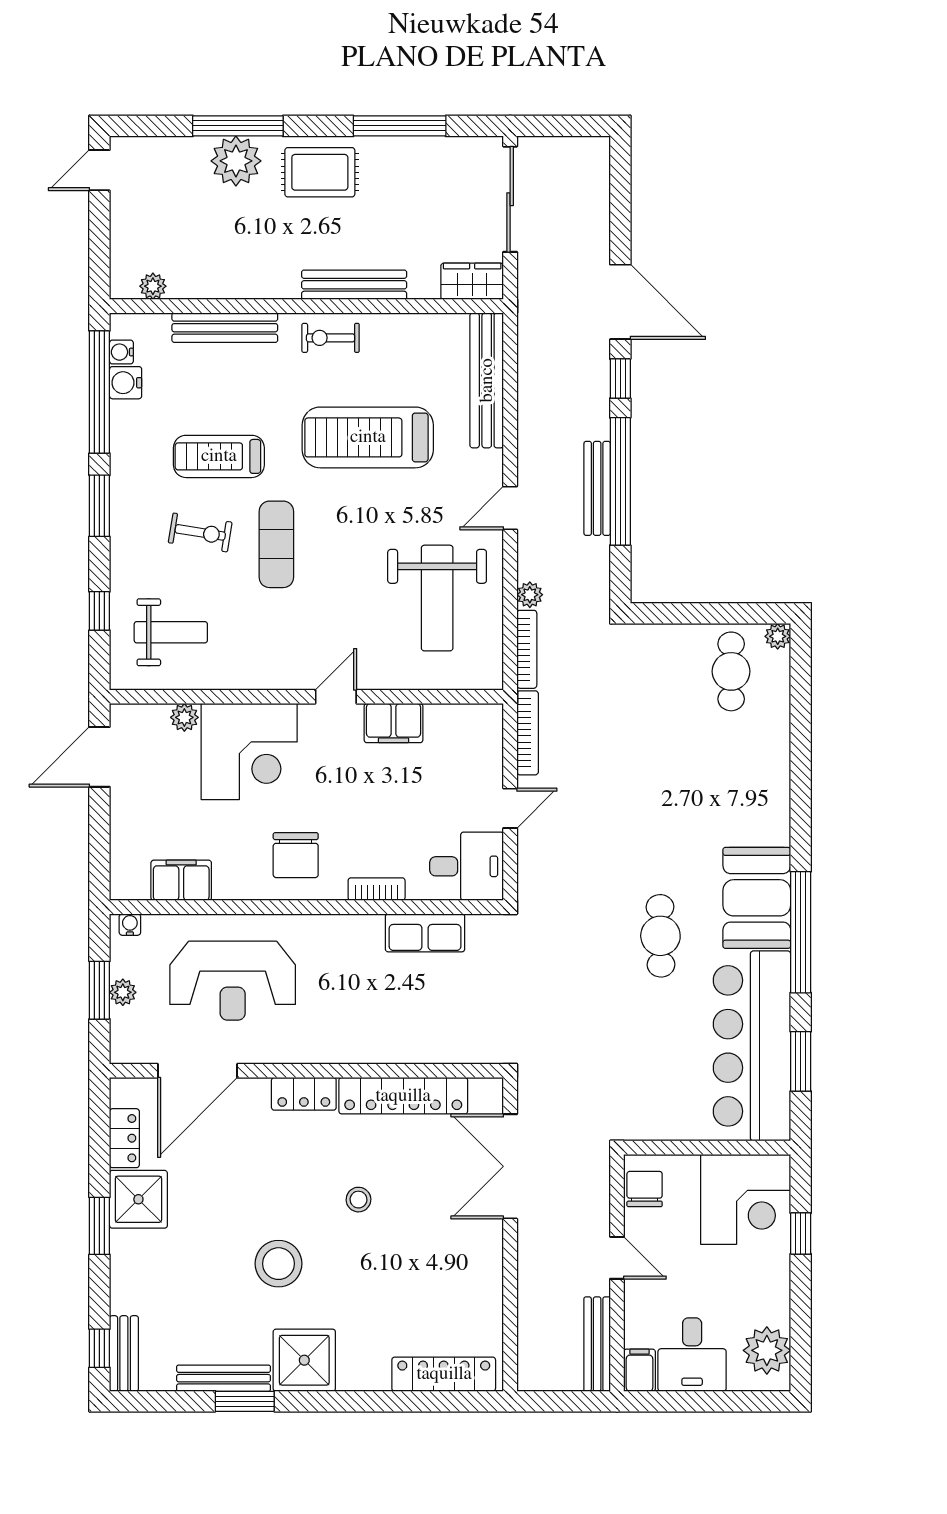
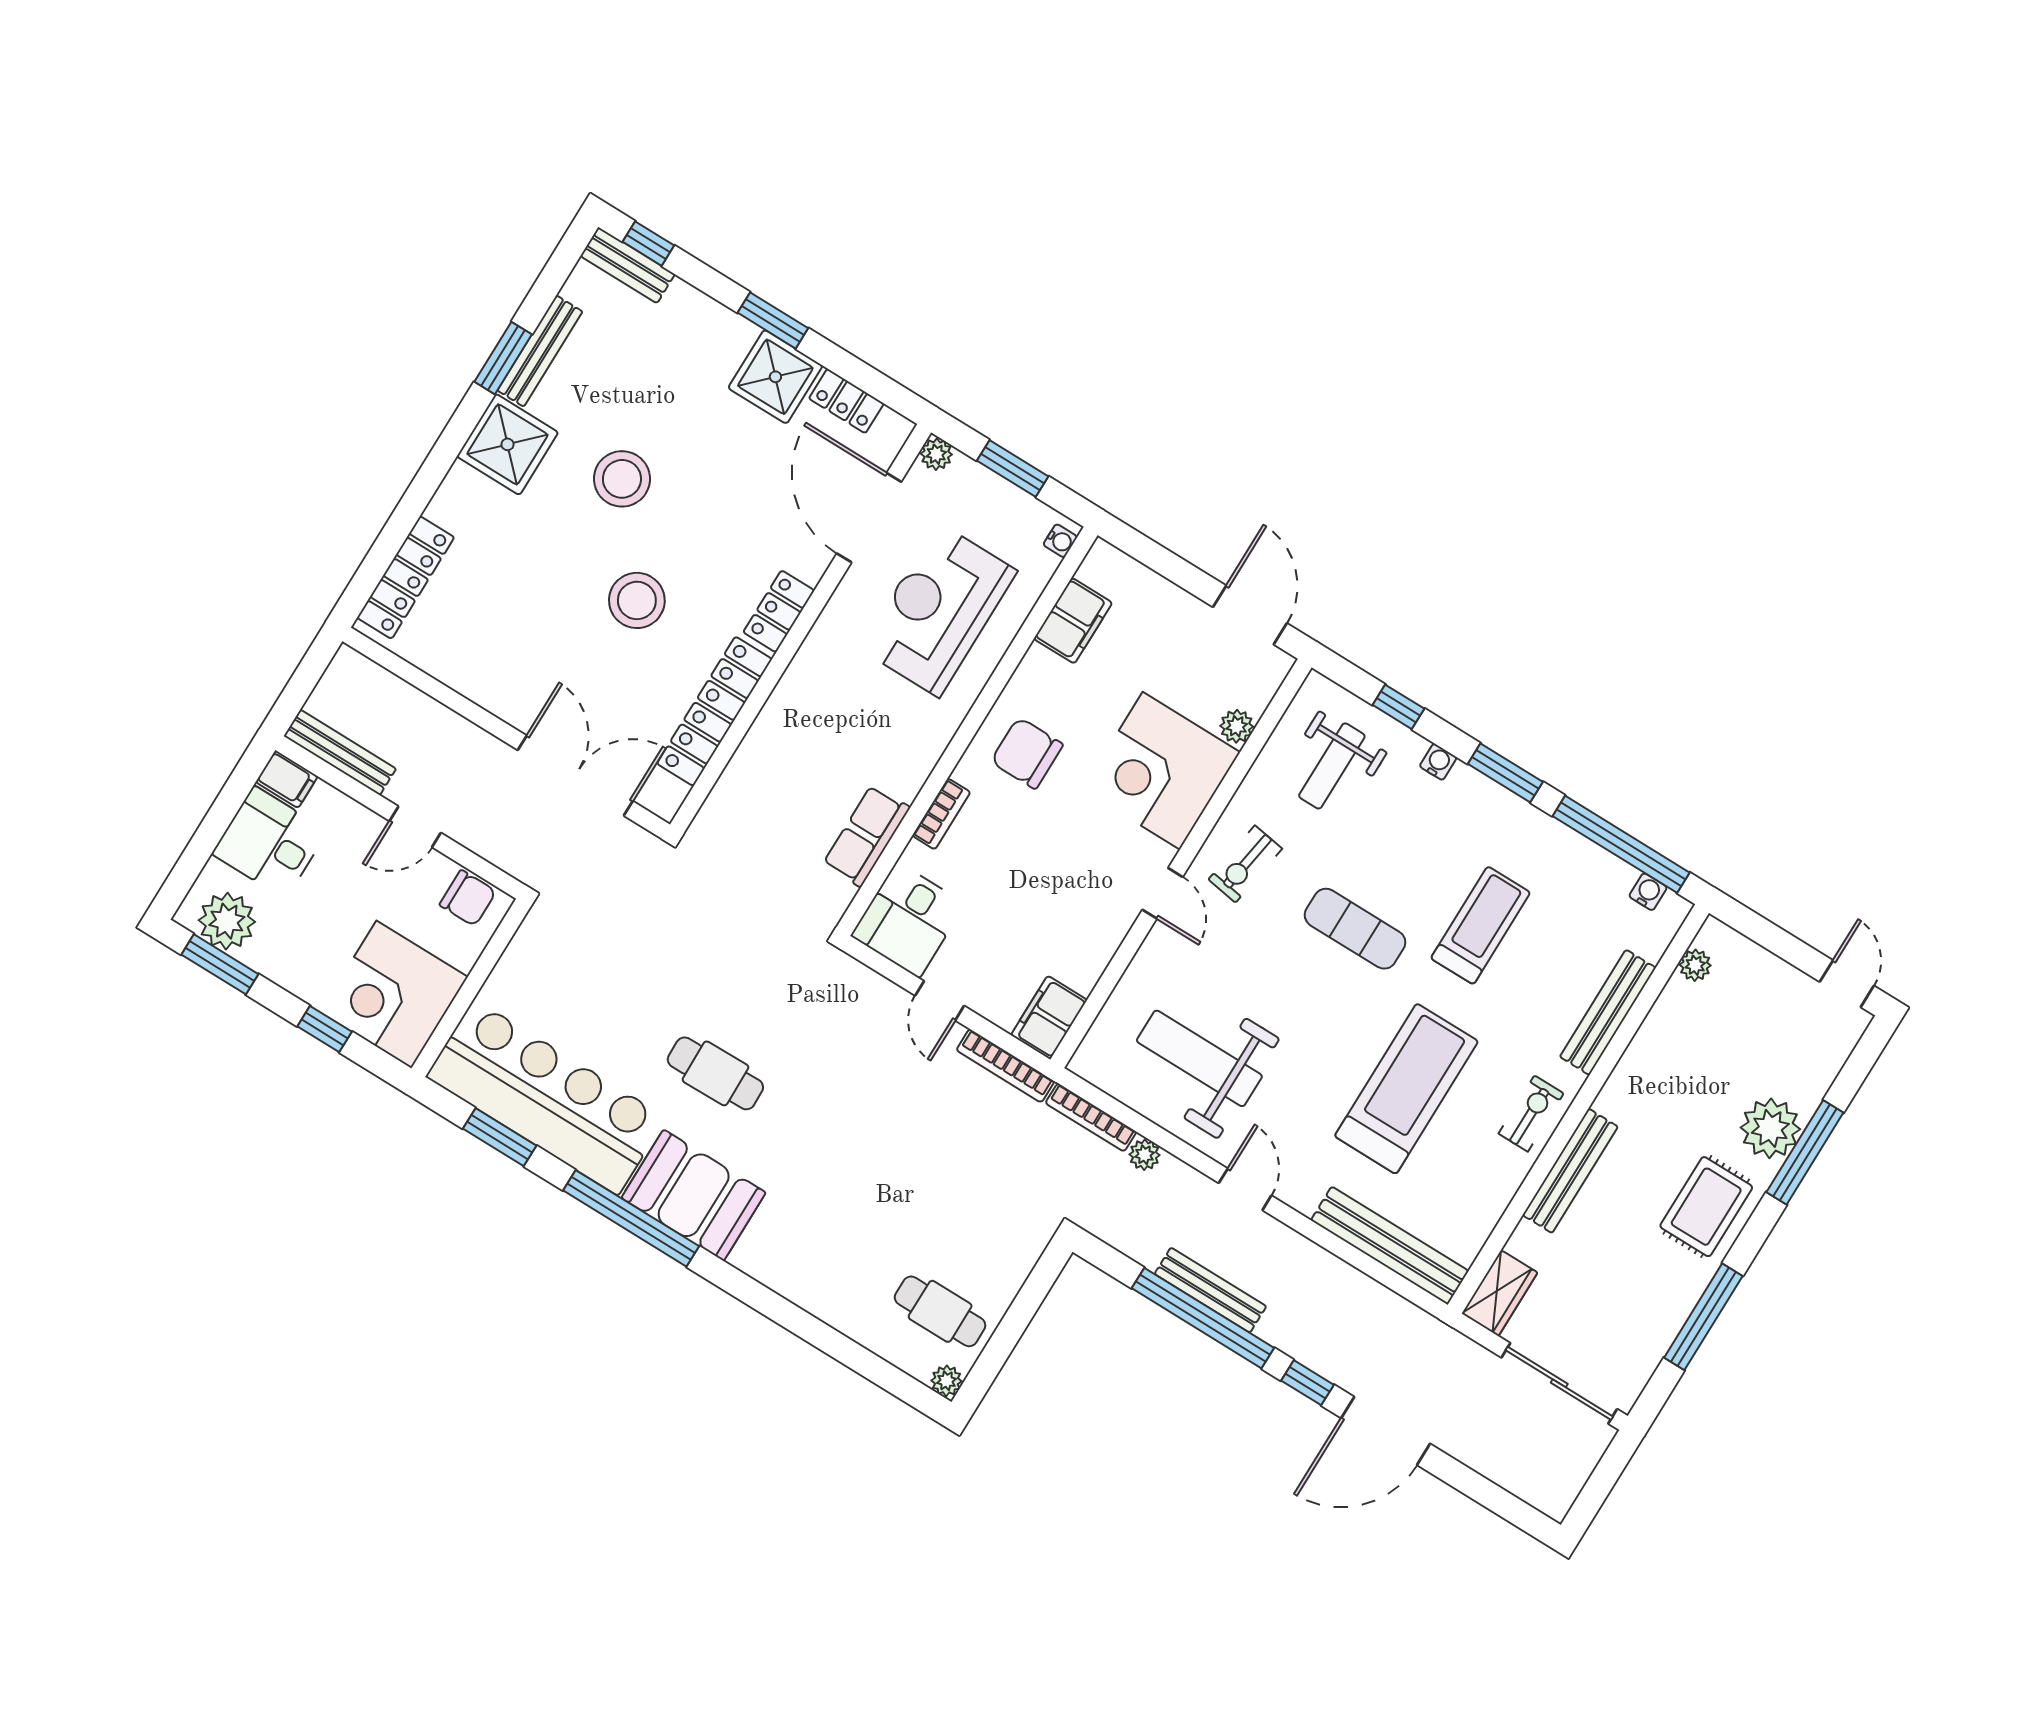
water cooler: (126, 383) -> (1438, 762), moved, width x0.72, depth x0.72
exercise bike: (200, 532) -> (1245, 864), moved
filing cabinet: (393, 723) -> (1049, 1017), moved
plant: (123, 992) -> (936, 454), moved
stool: (358, 1200) -> (637, 600), width x1.89, depth x1.89
window: (801, 1336) -> (220, 964), added

